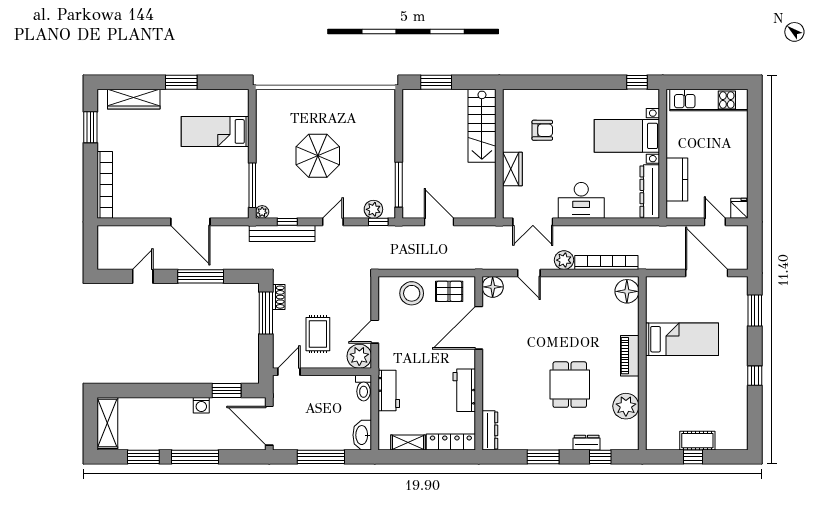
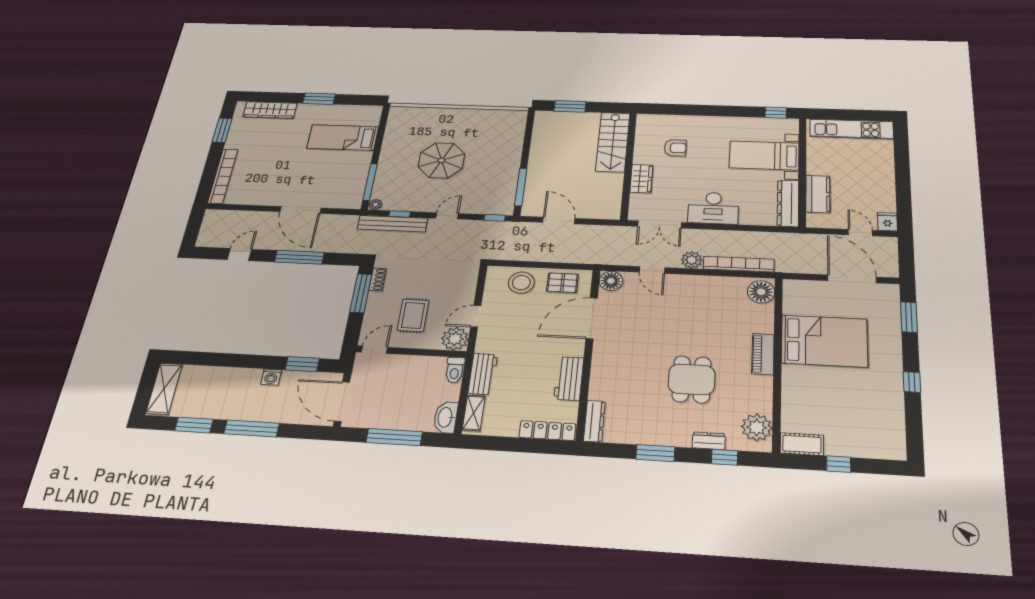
plant: (373, 209) -> (491, 207), removed
bed: (682, 339) -> (824, 341), width x1.50
plant: (626, 406) -> (757, 427), moved
cot: (697, 441) -> (802, 444), moved
shelving: (408, 442) -> (474, 413), moved, turned 90

